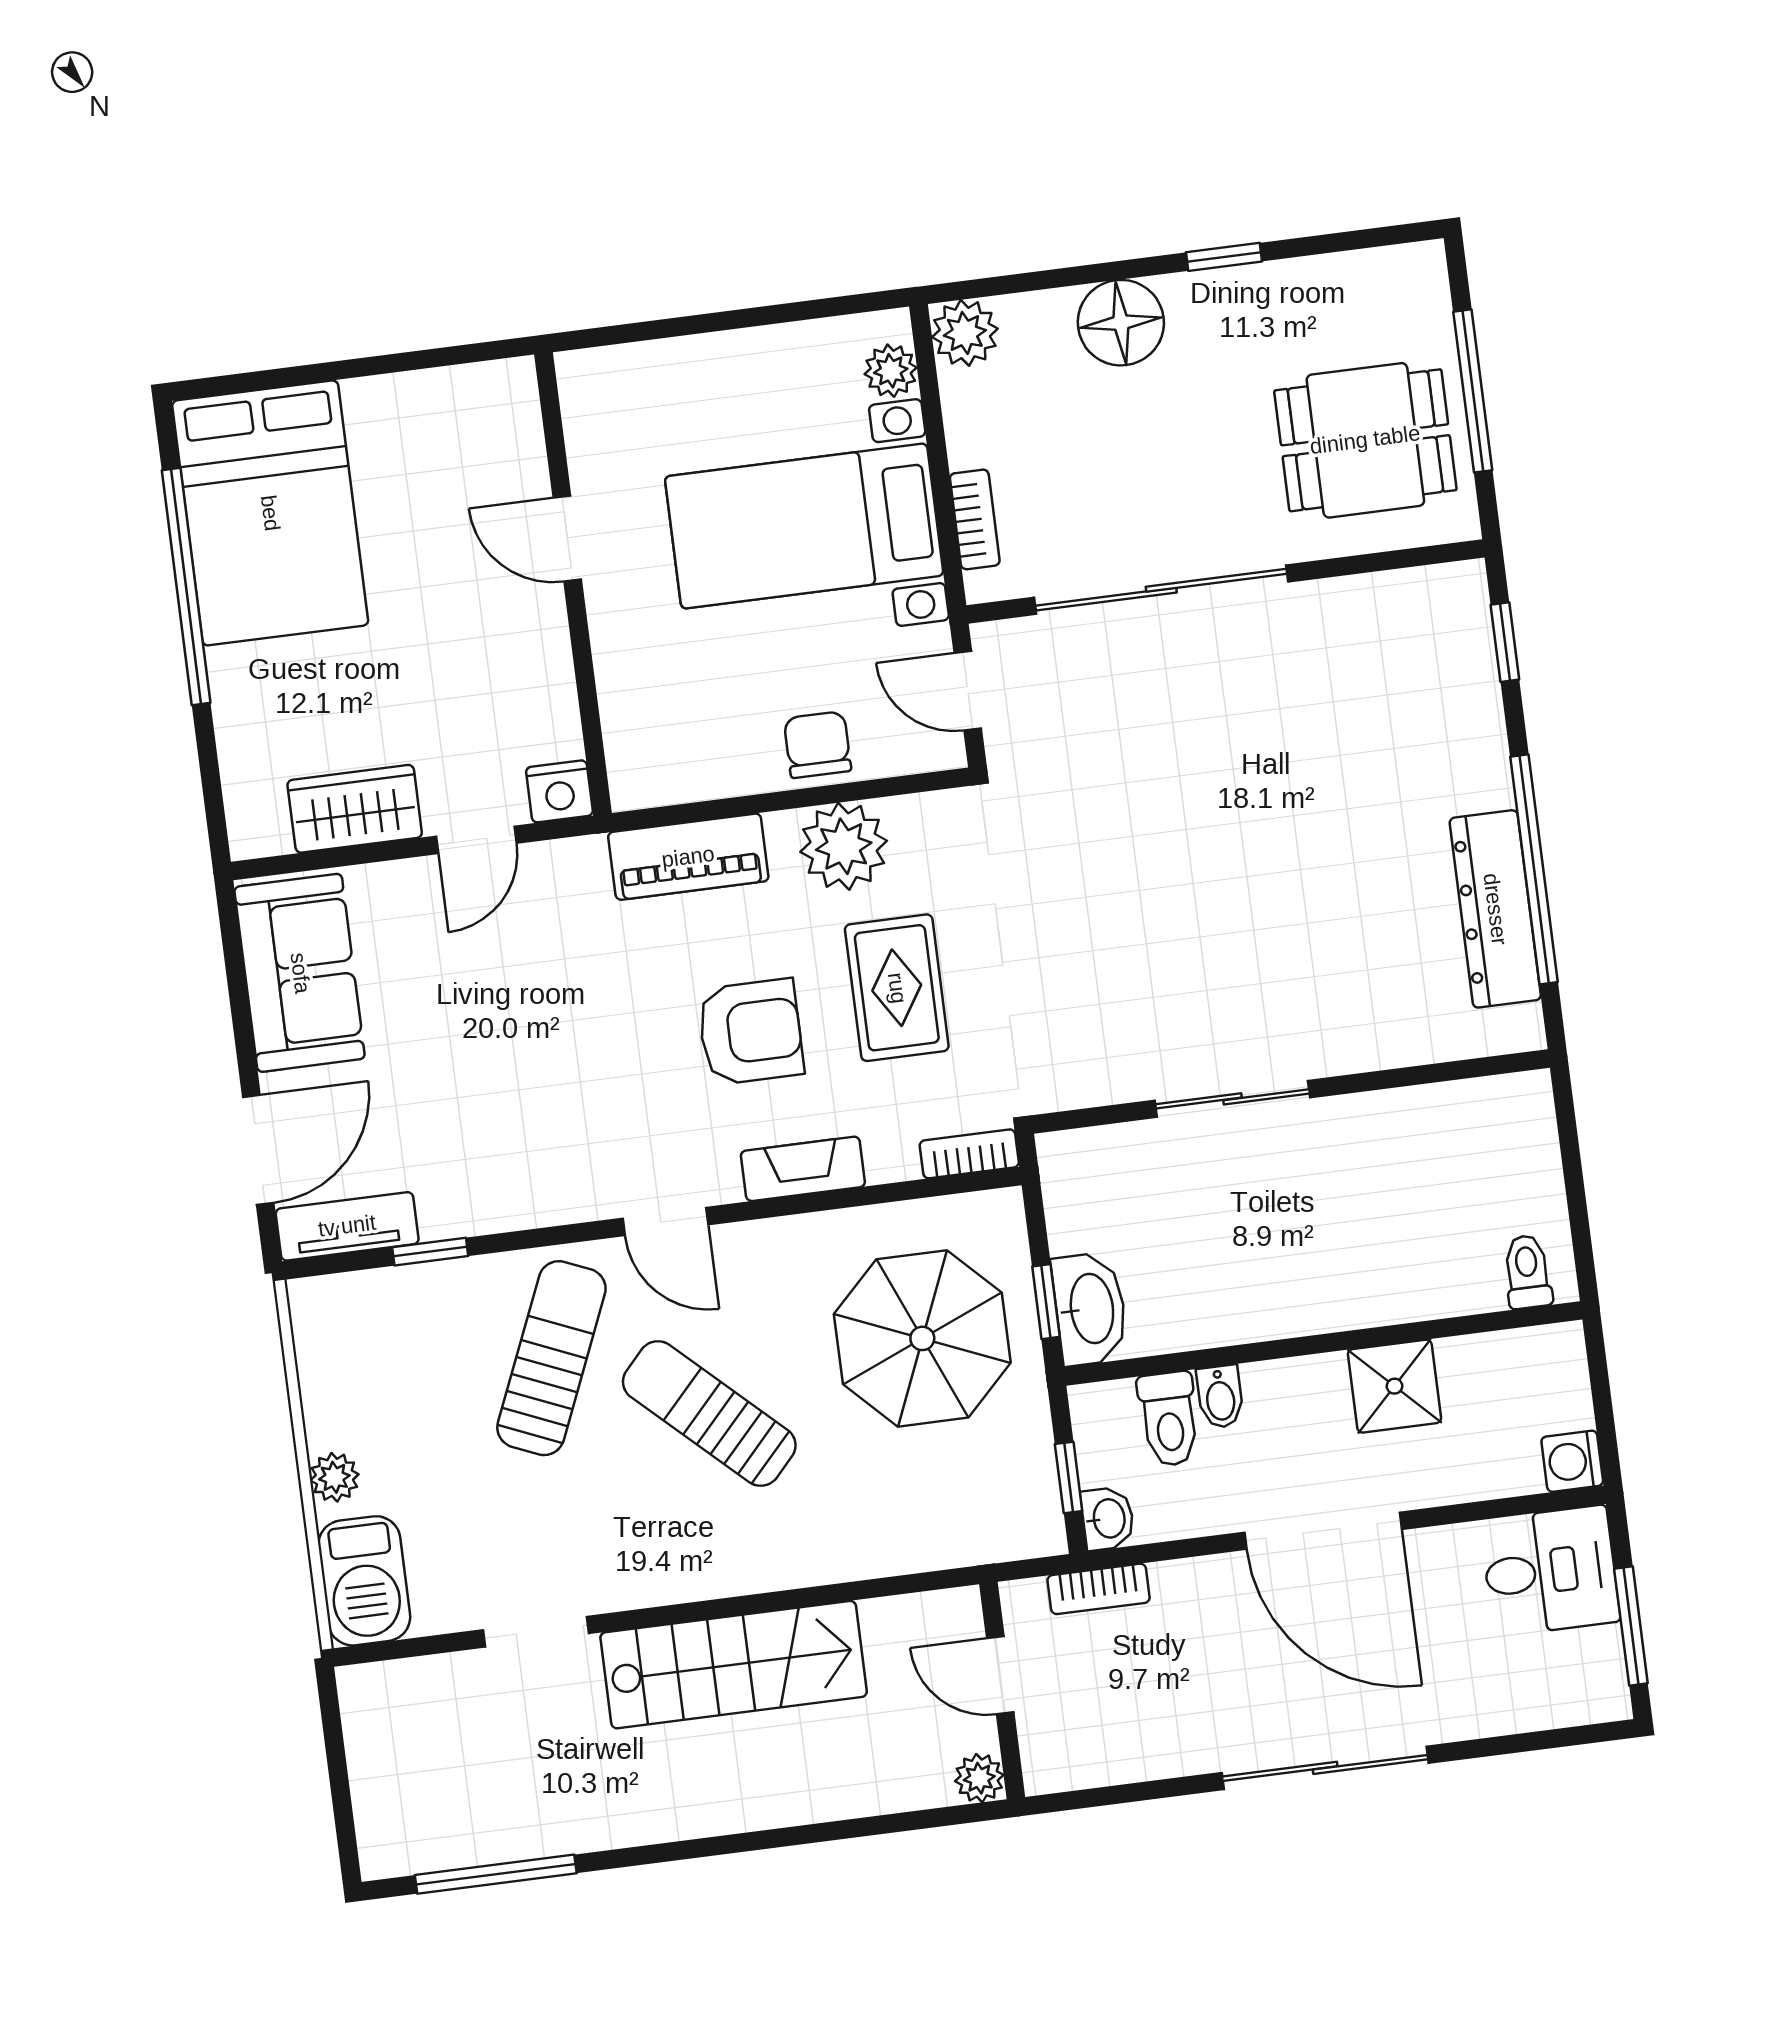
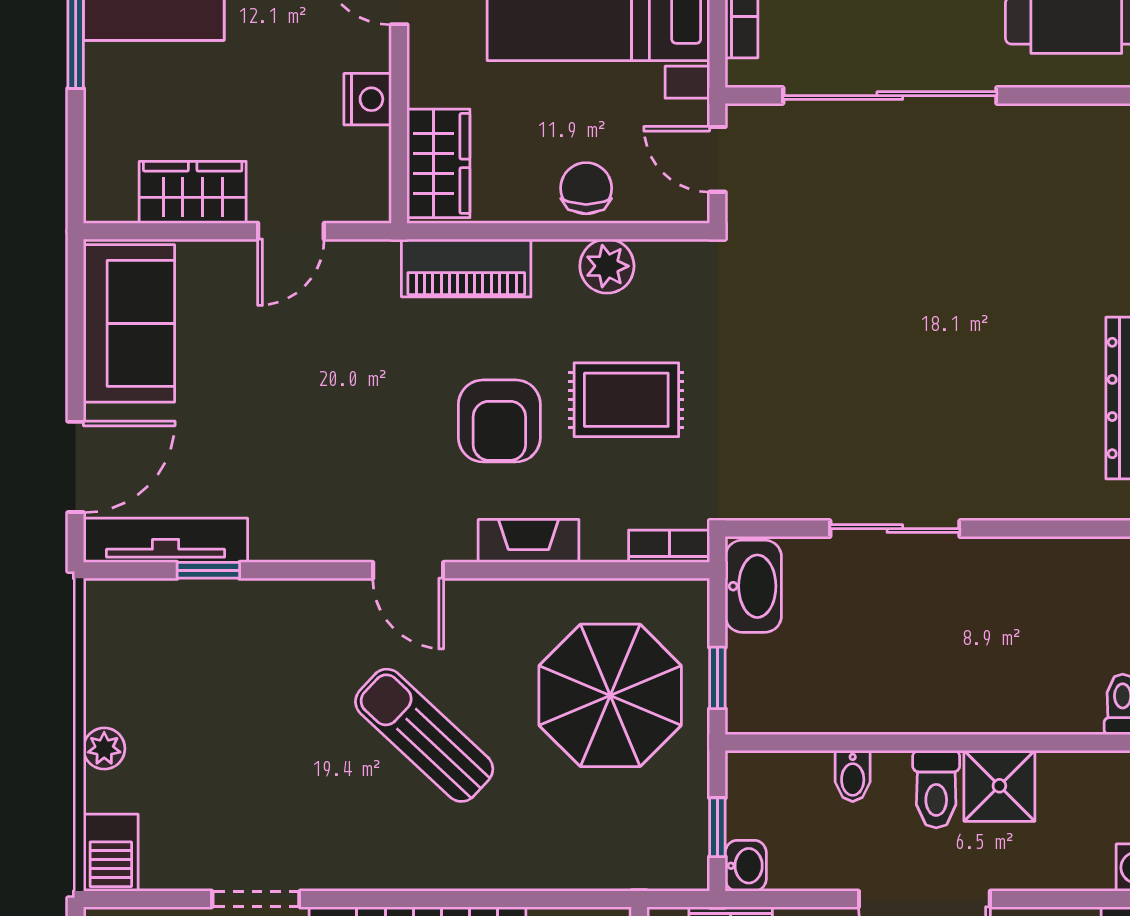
wardrobe: (640, 738) -> (438, 163), added
nightstand: (559, 791) -> (368, 99), moved, turned -90
plant: (844, 846) -> (607, 266), width x0.73, depth x0.73
rug: (897, 988) -> (626, 400), turned 90
armchair: (751, 1032) -> (499, 421), turned 90
tv unit: (347, 1226) -> (166, 540), width x1.41
washbasin: (1090, 1309) -> (753, 586), moved
sun lounger: (551, 1358) -> (298, 672), removed
toilet: (1169, 1419) -> (936, 789), moved
barbecue: (364, 1581) -> (111, 853), width x0.73, depth x0.79

